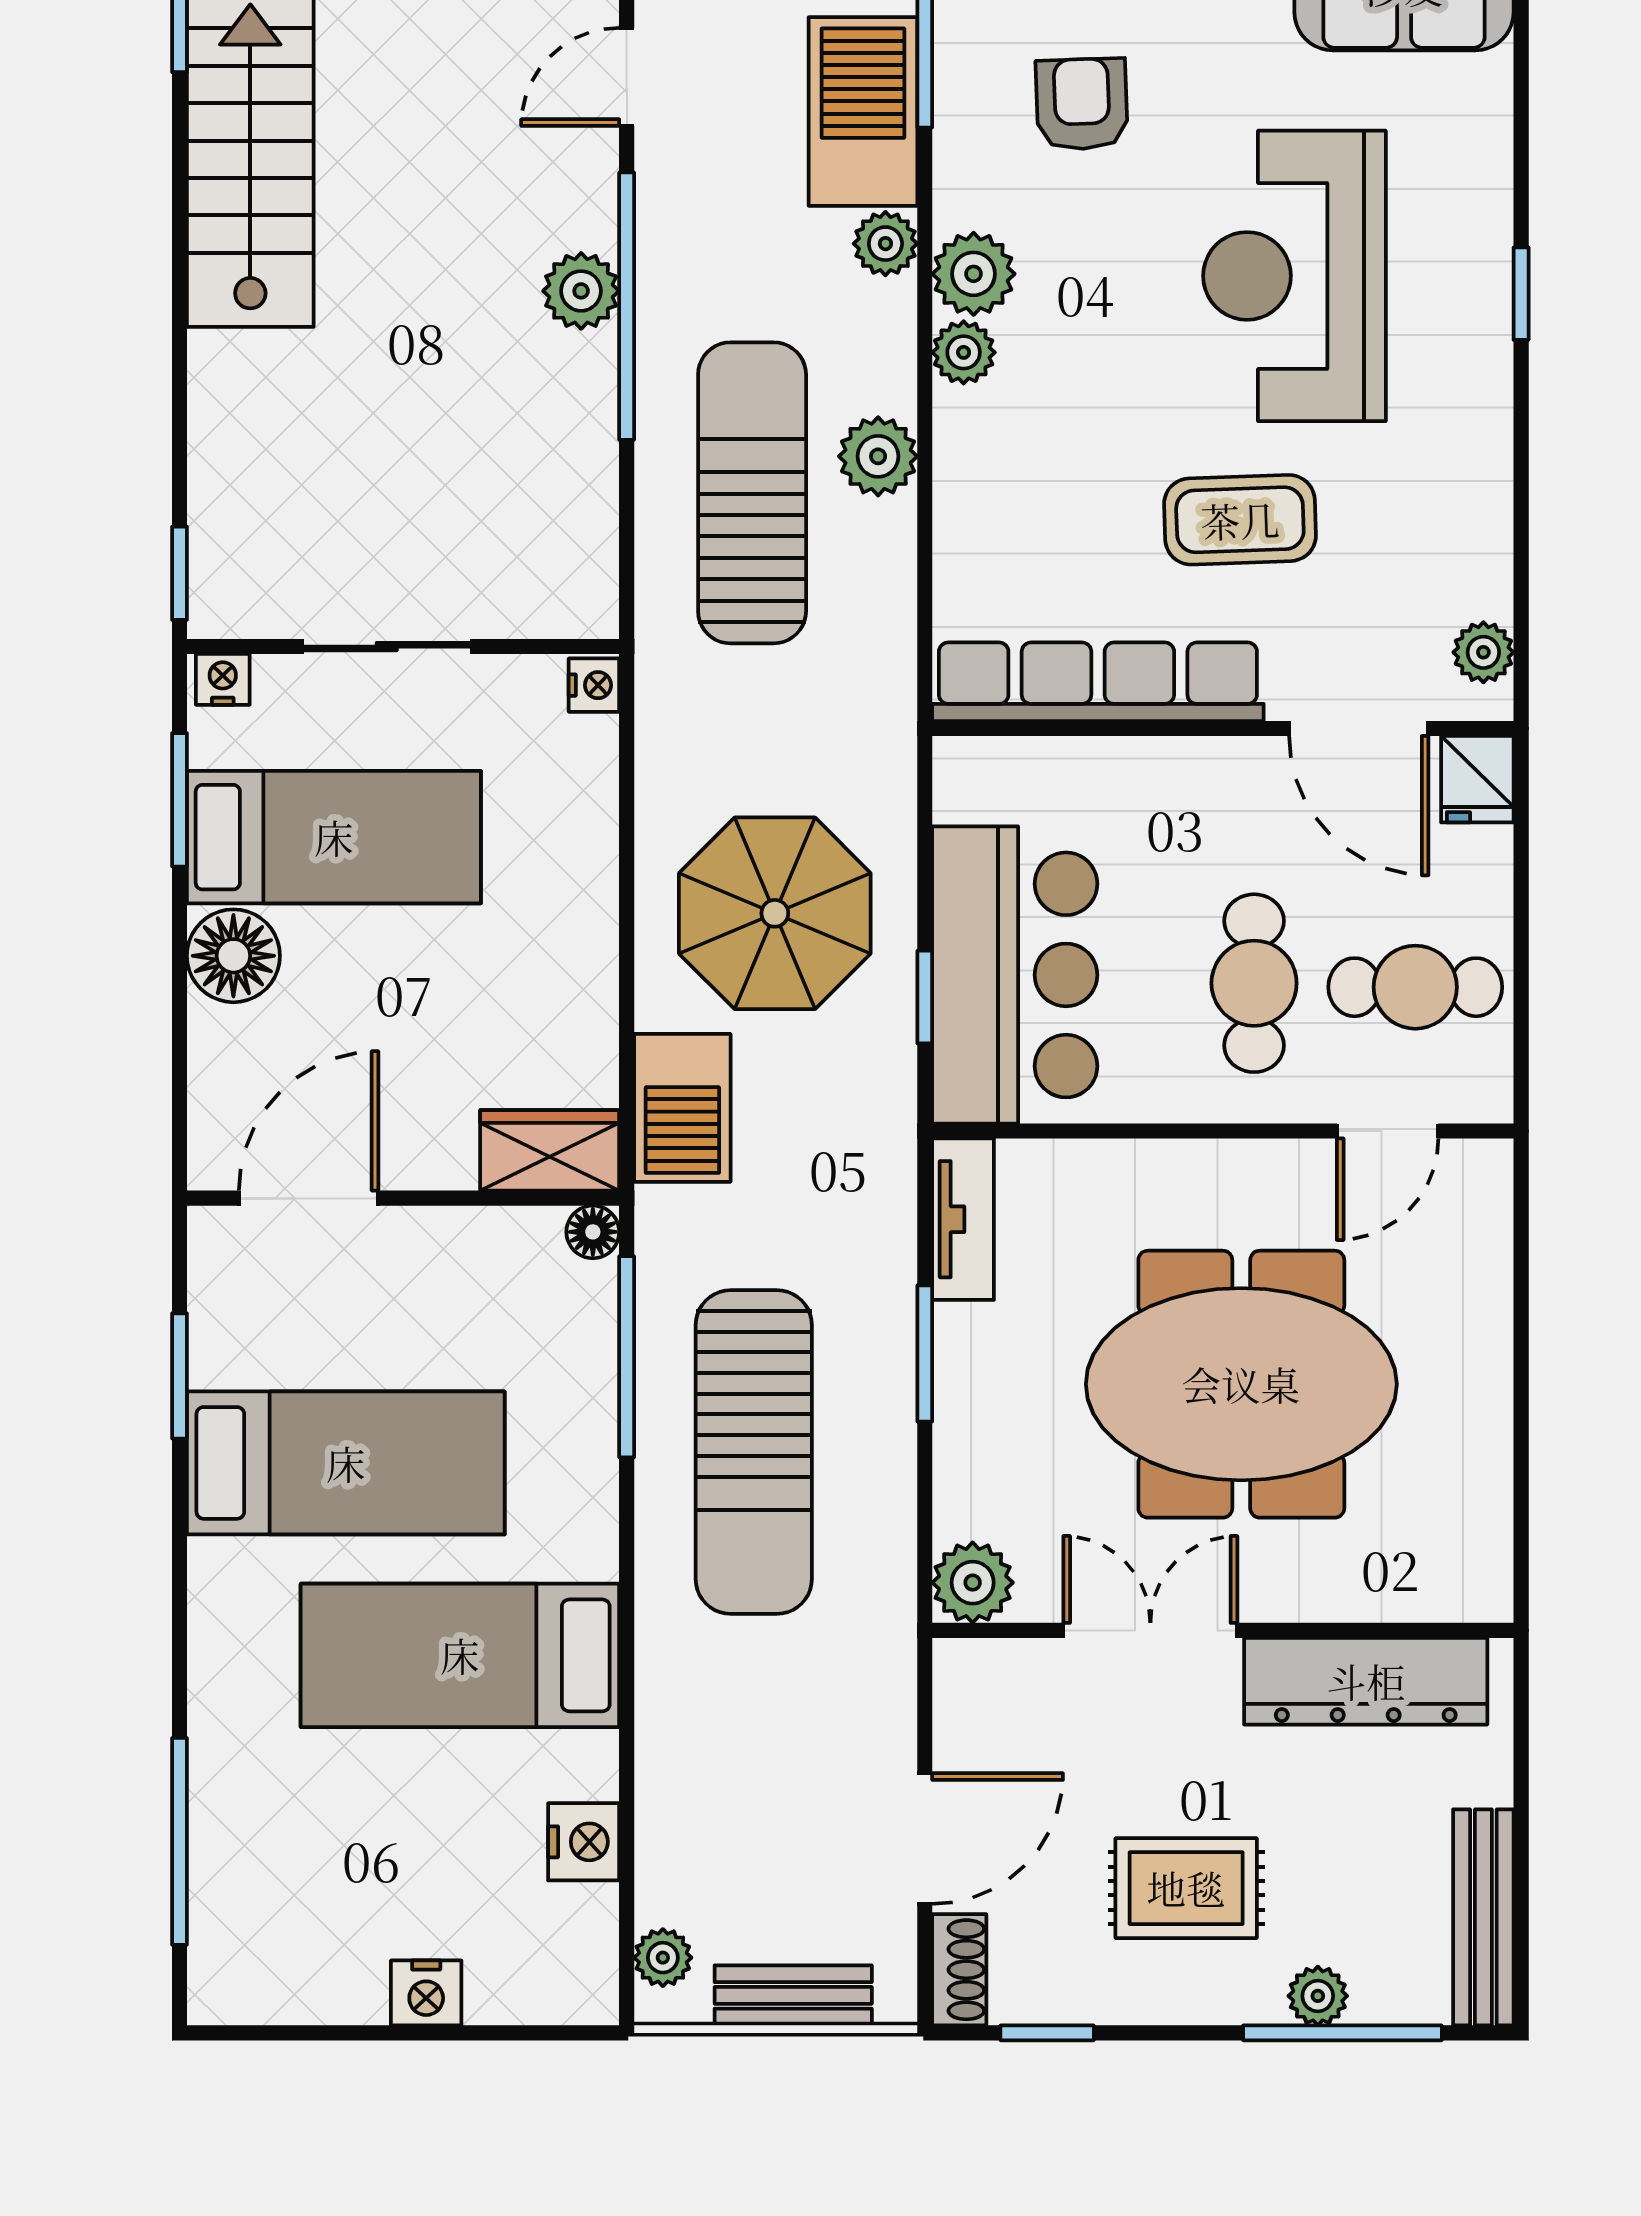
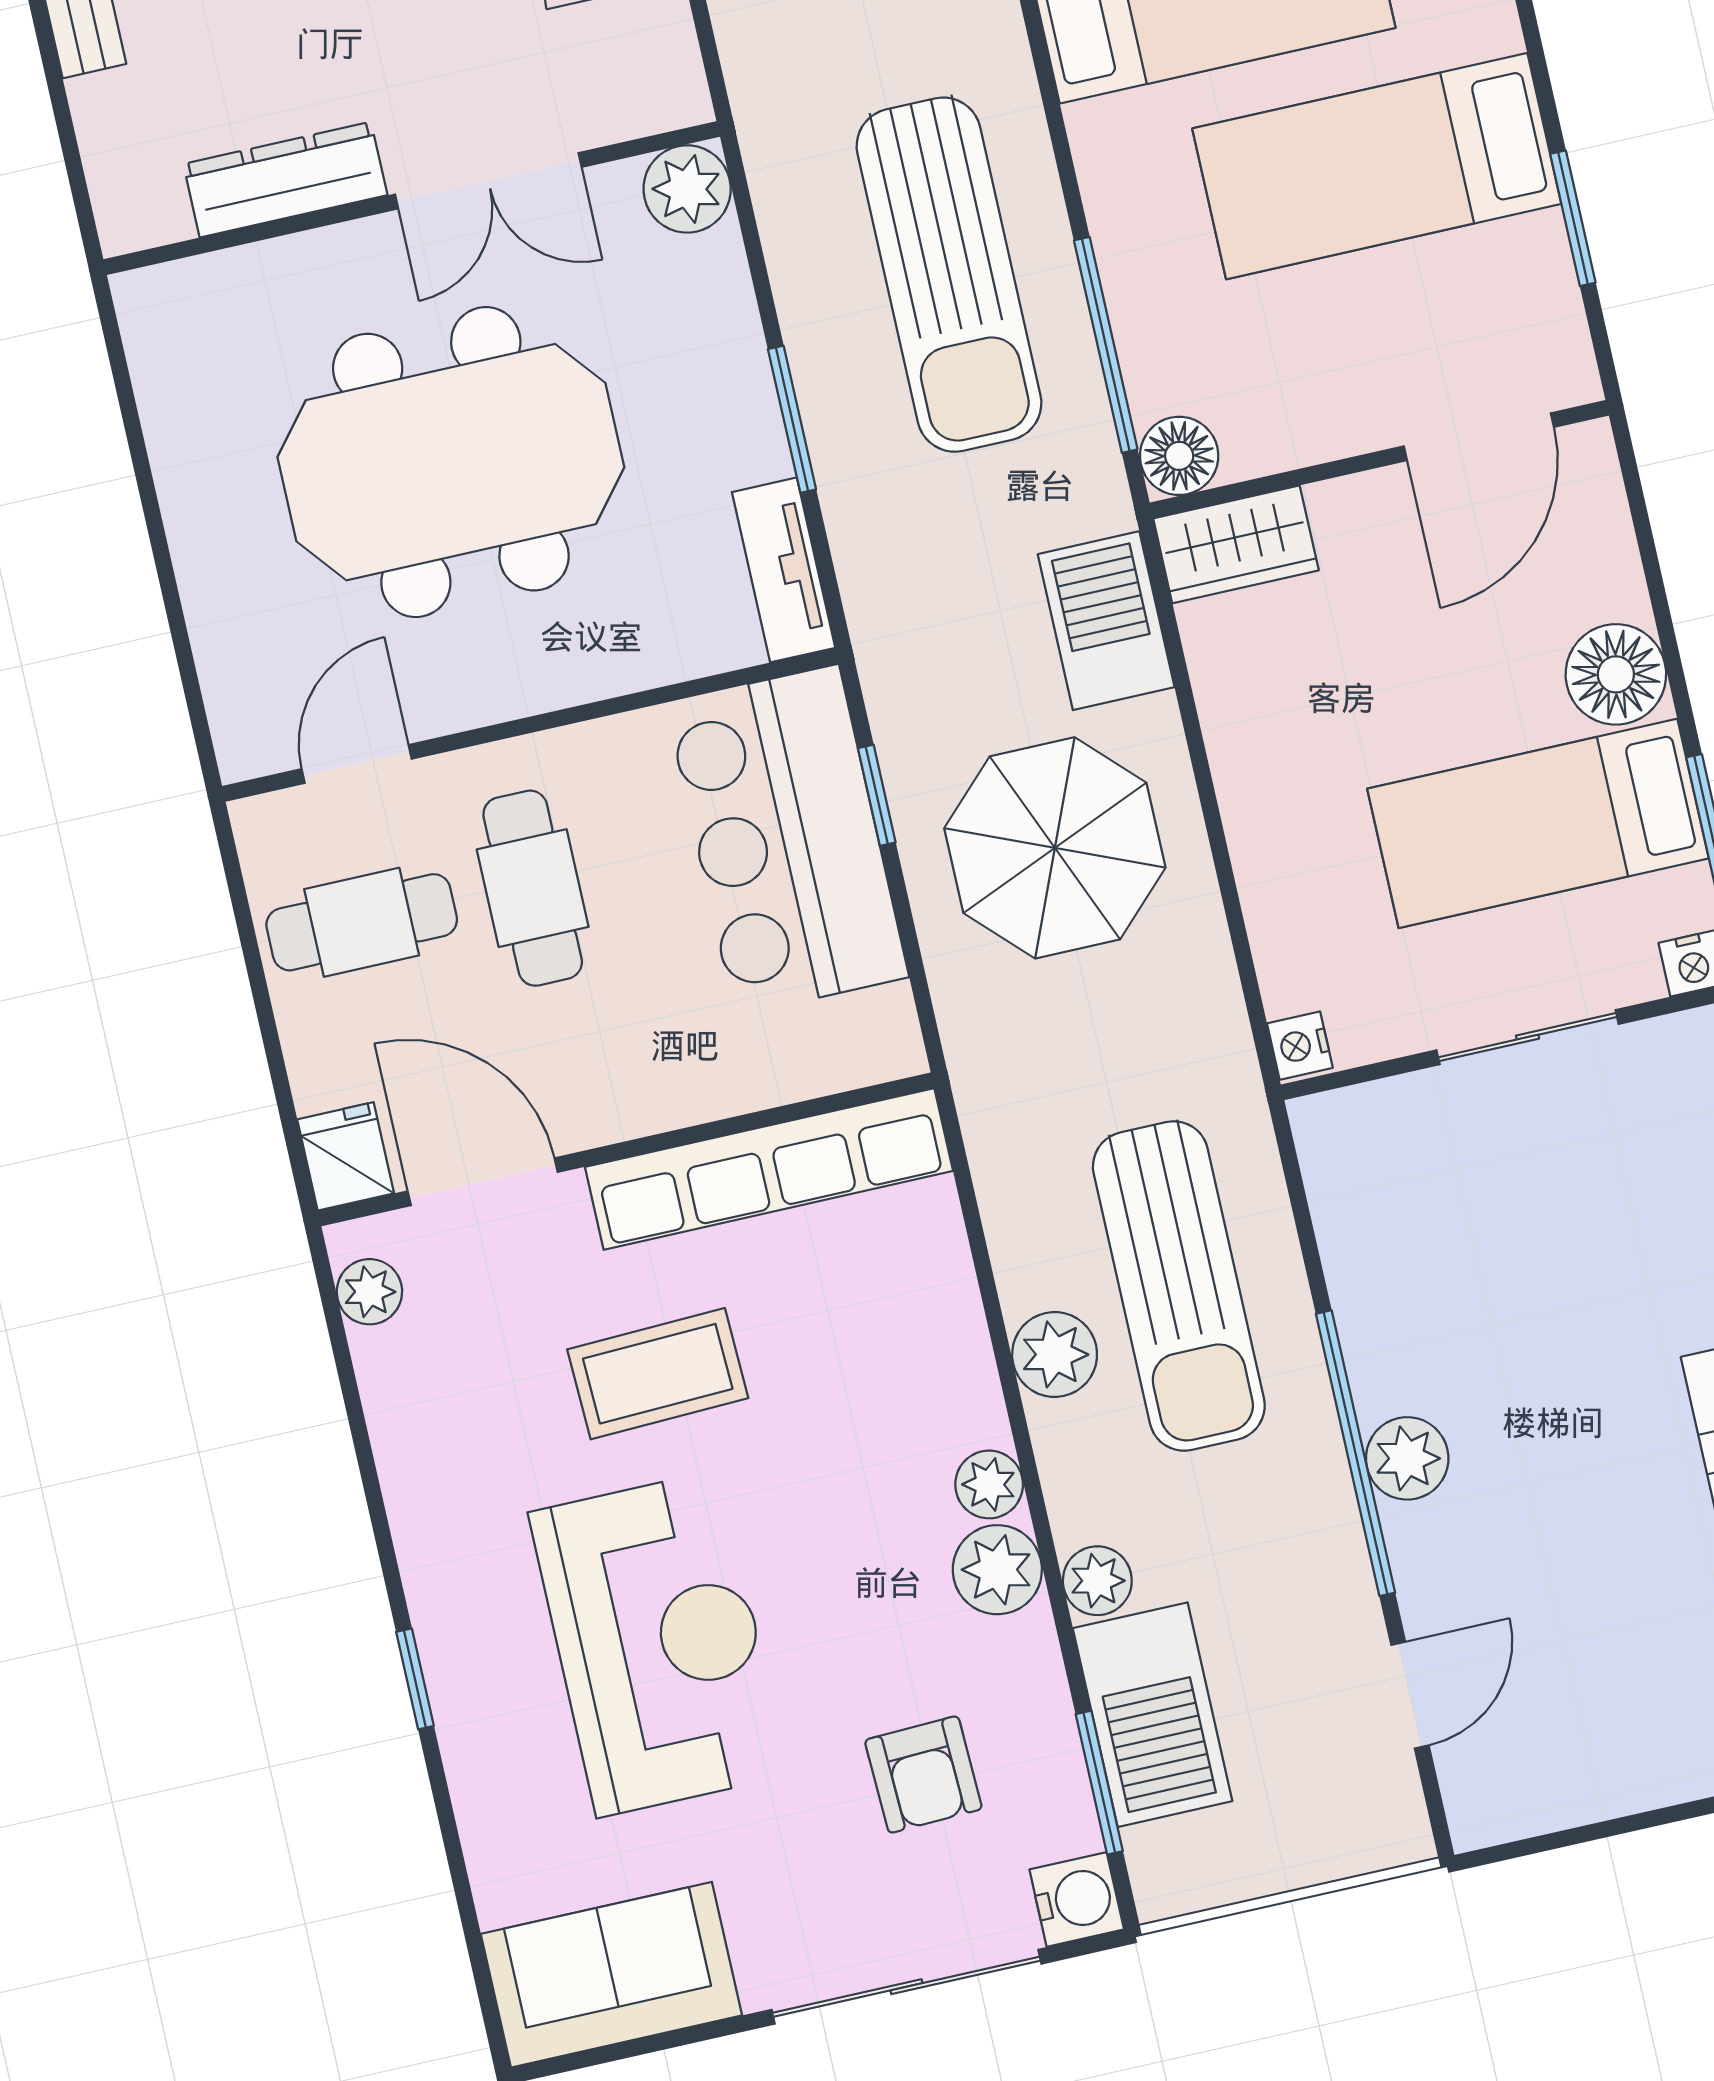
floor lamp: (593, 1232) -> (1179, 456), width x1.37, depth x1.37
sun lounger: (754, 1452) -> (949, 275), turned 180
dresser: (1366, 1681) -> (285, 180), width x0.73, depth x0.80

